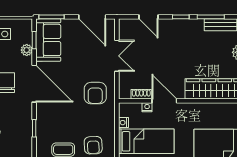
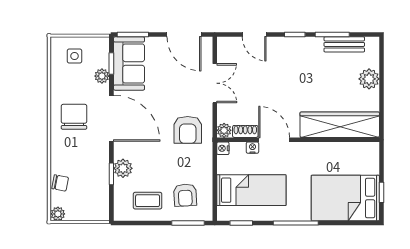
plant: (124, 93) -> (224, 130), added
nightstand: (123, 123) -> (223, 148), moved
plant: (43, 124) -> (123, 168), added

